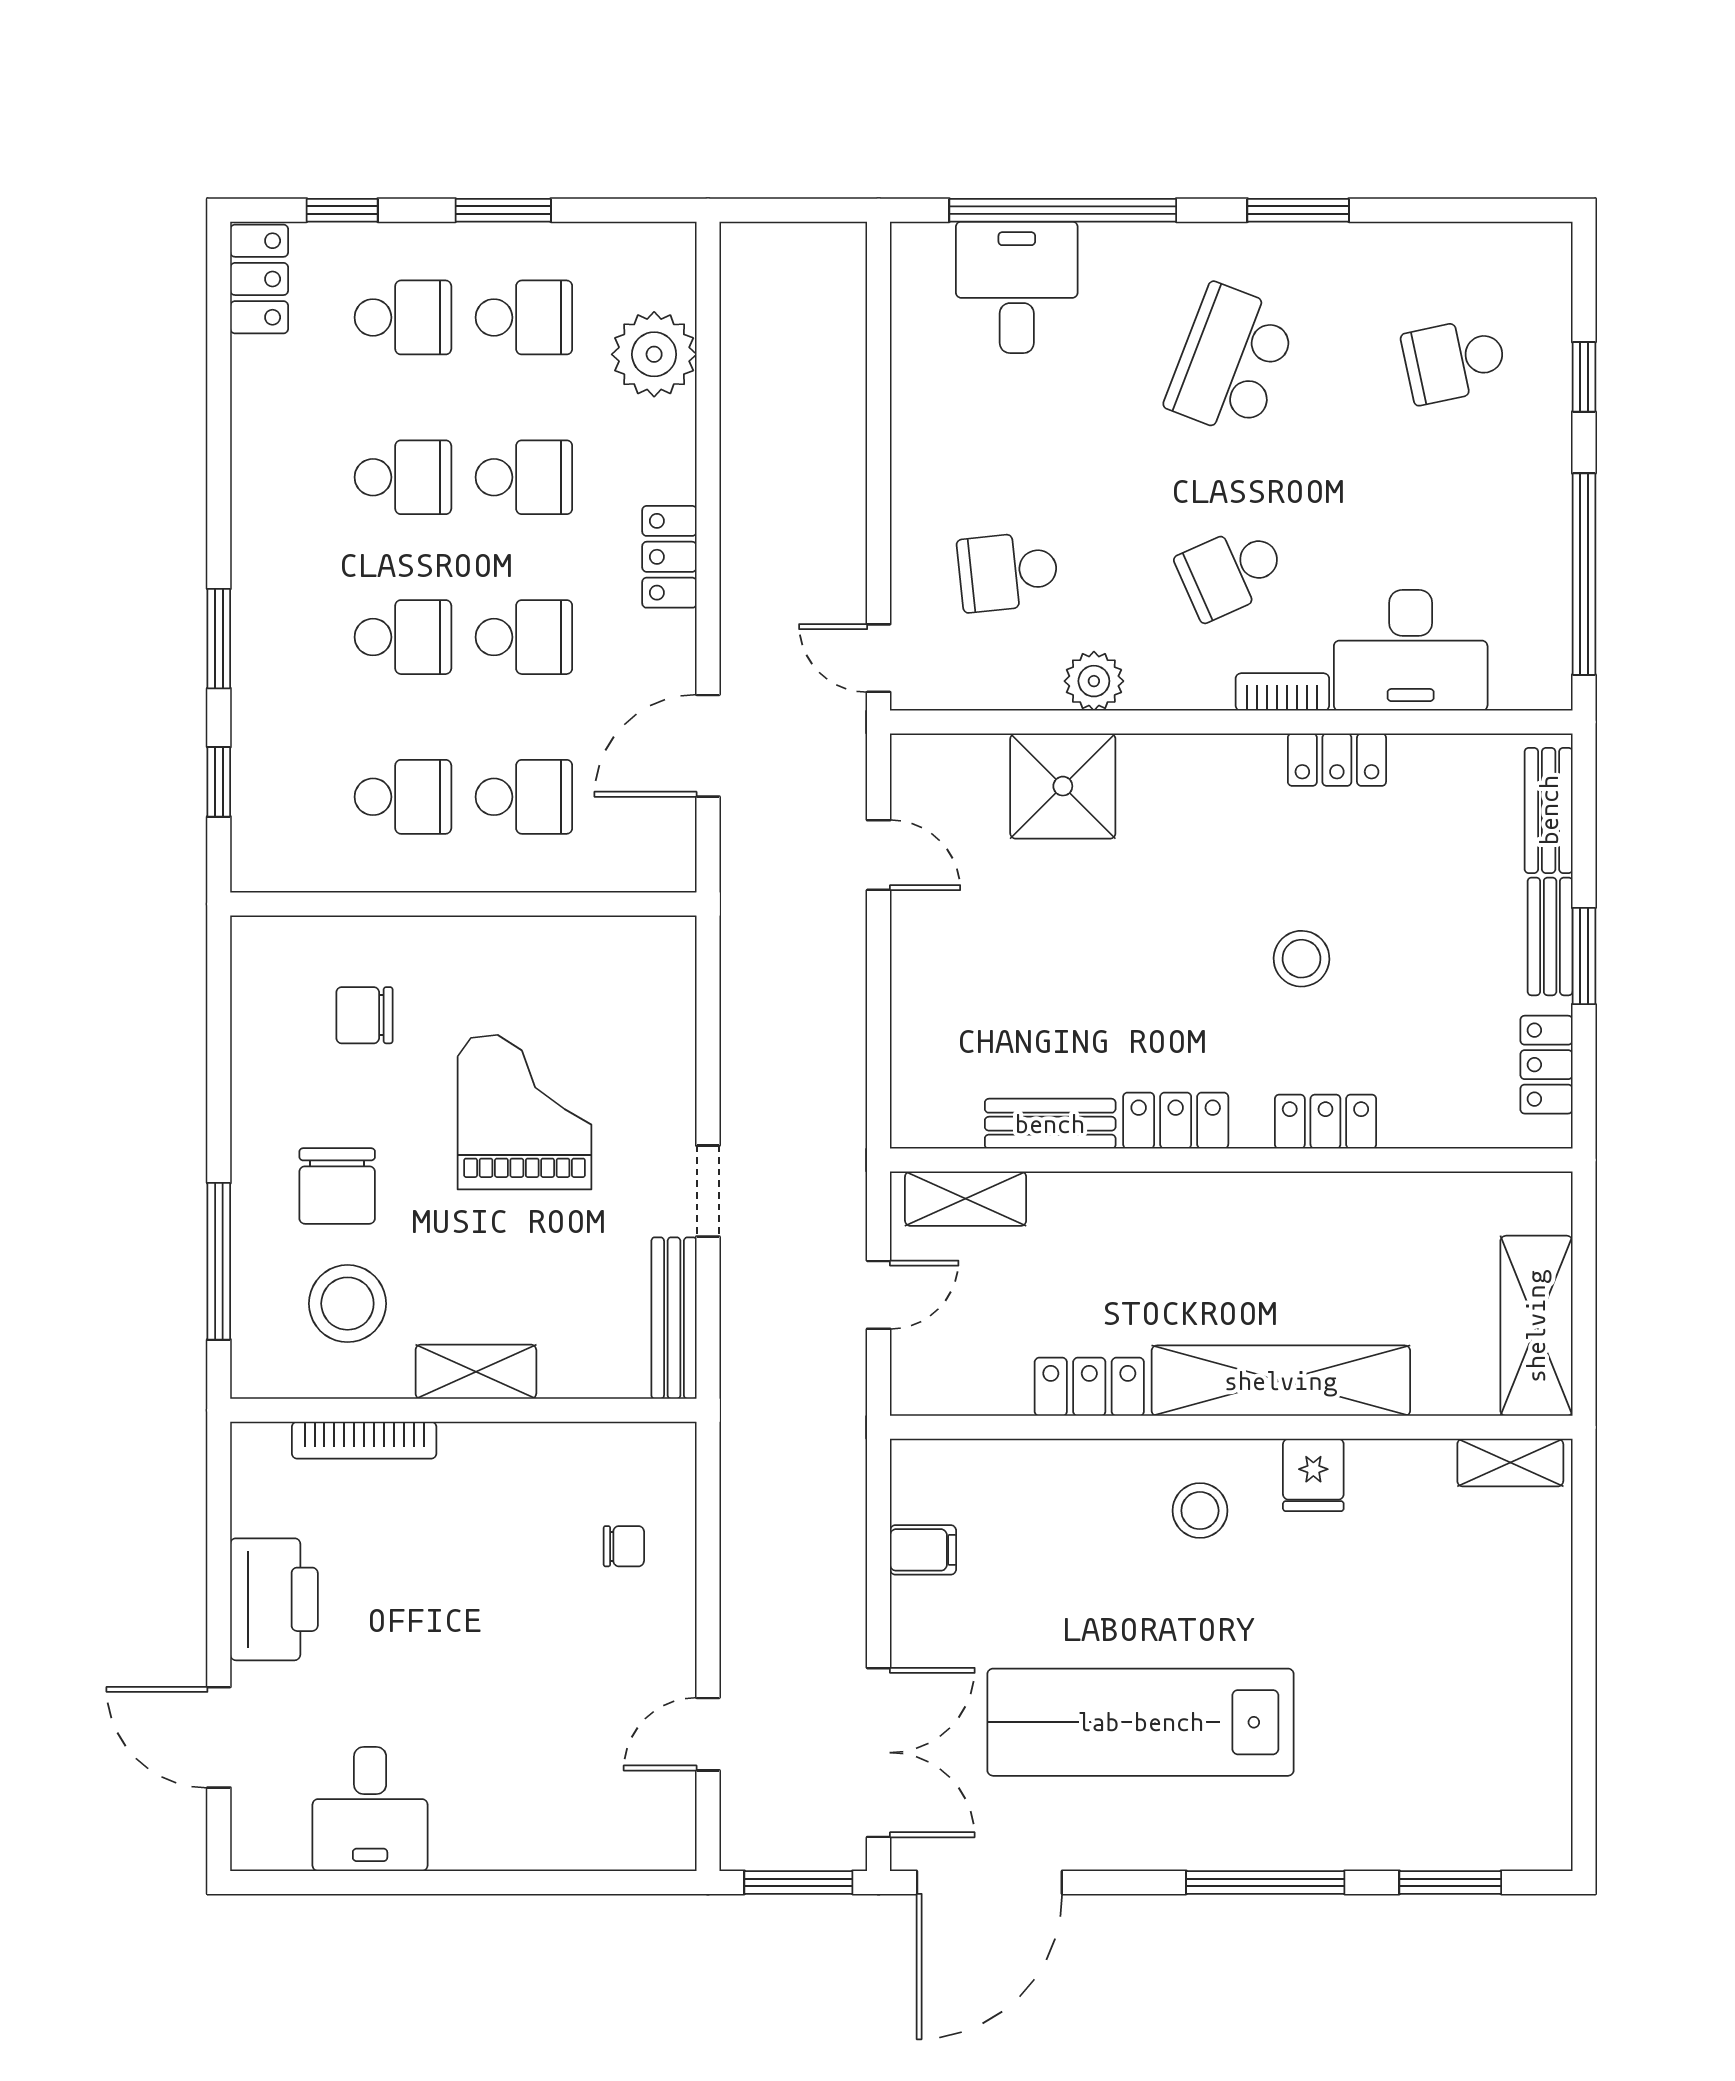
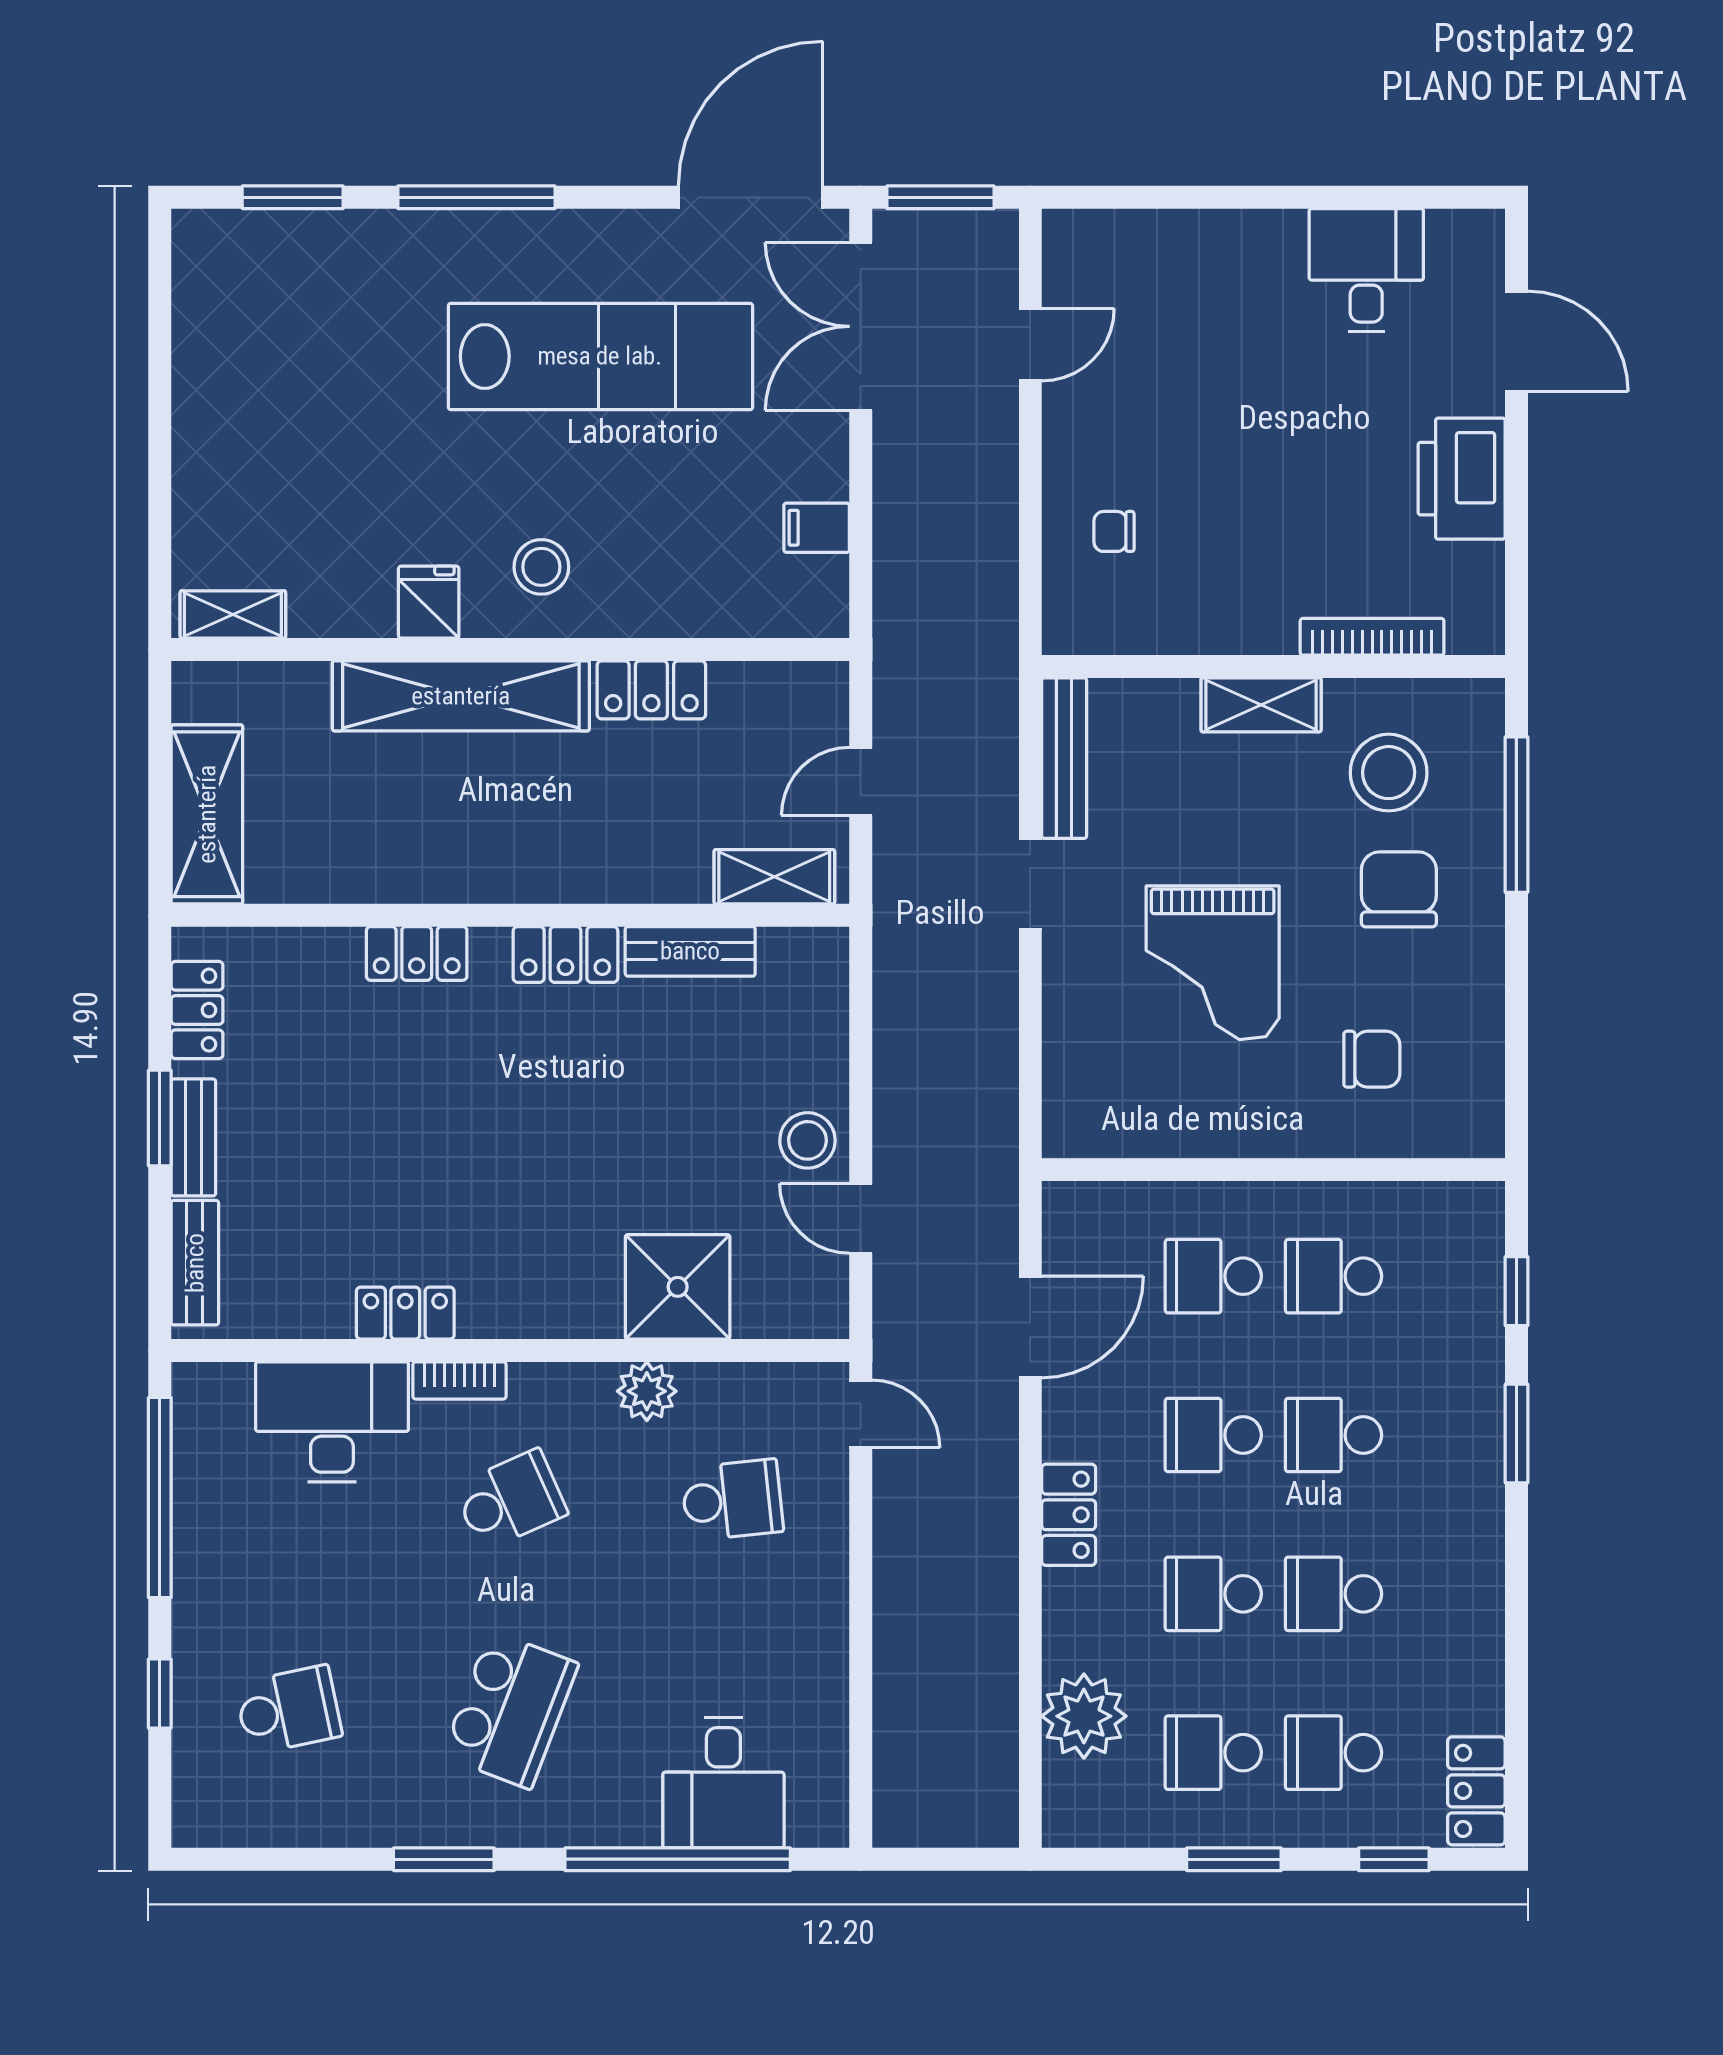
stool: (1302, 959) -> (807, 1140), moved
shelving: (1536, 1326) -> (207, 814), moved

